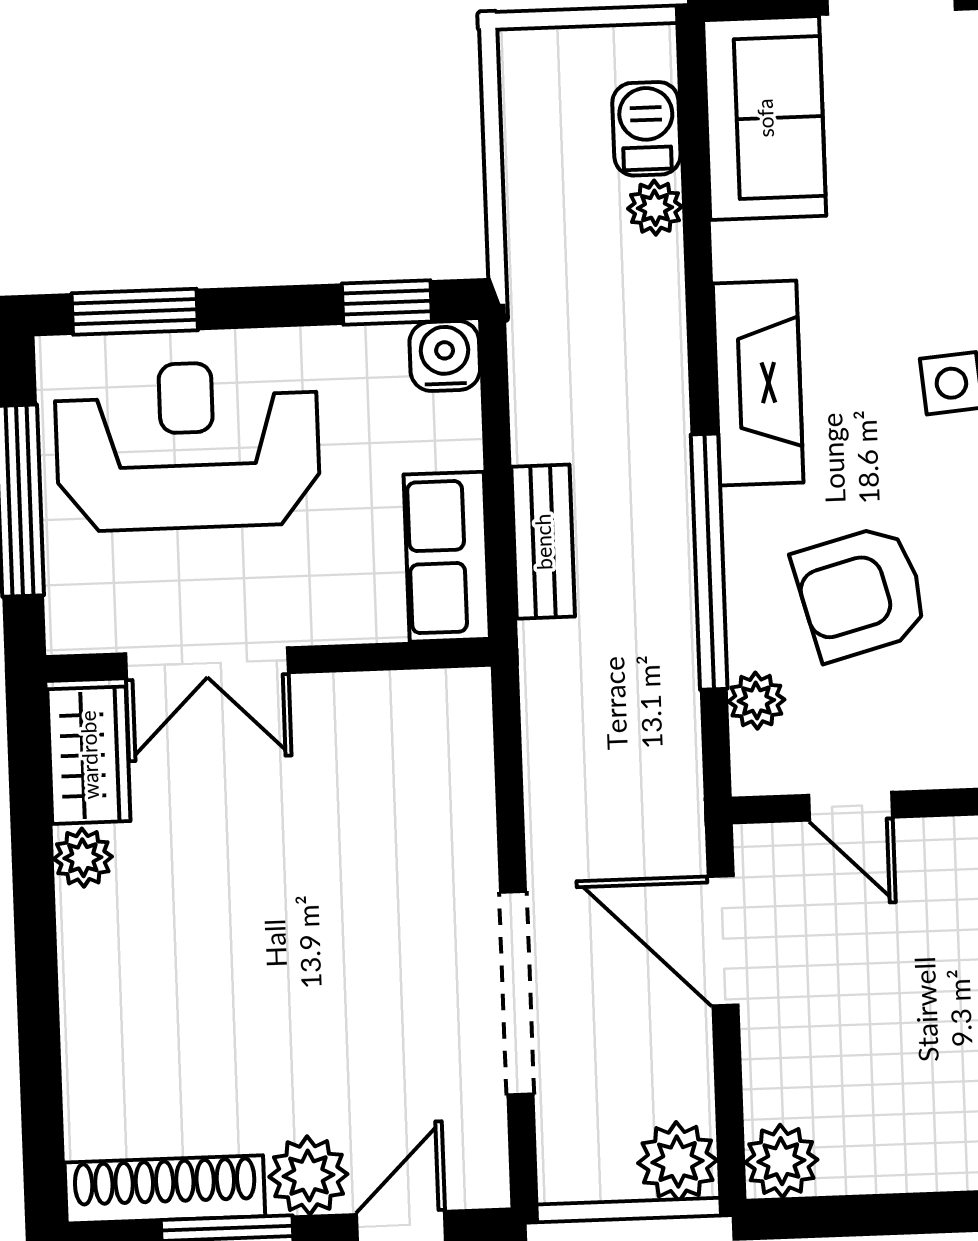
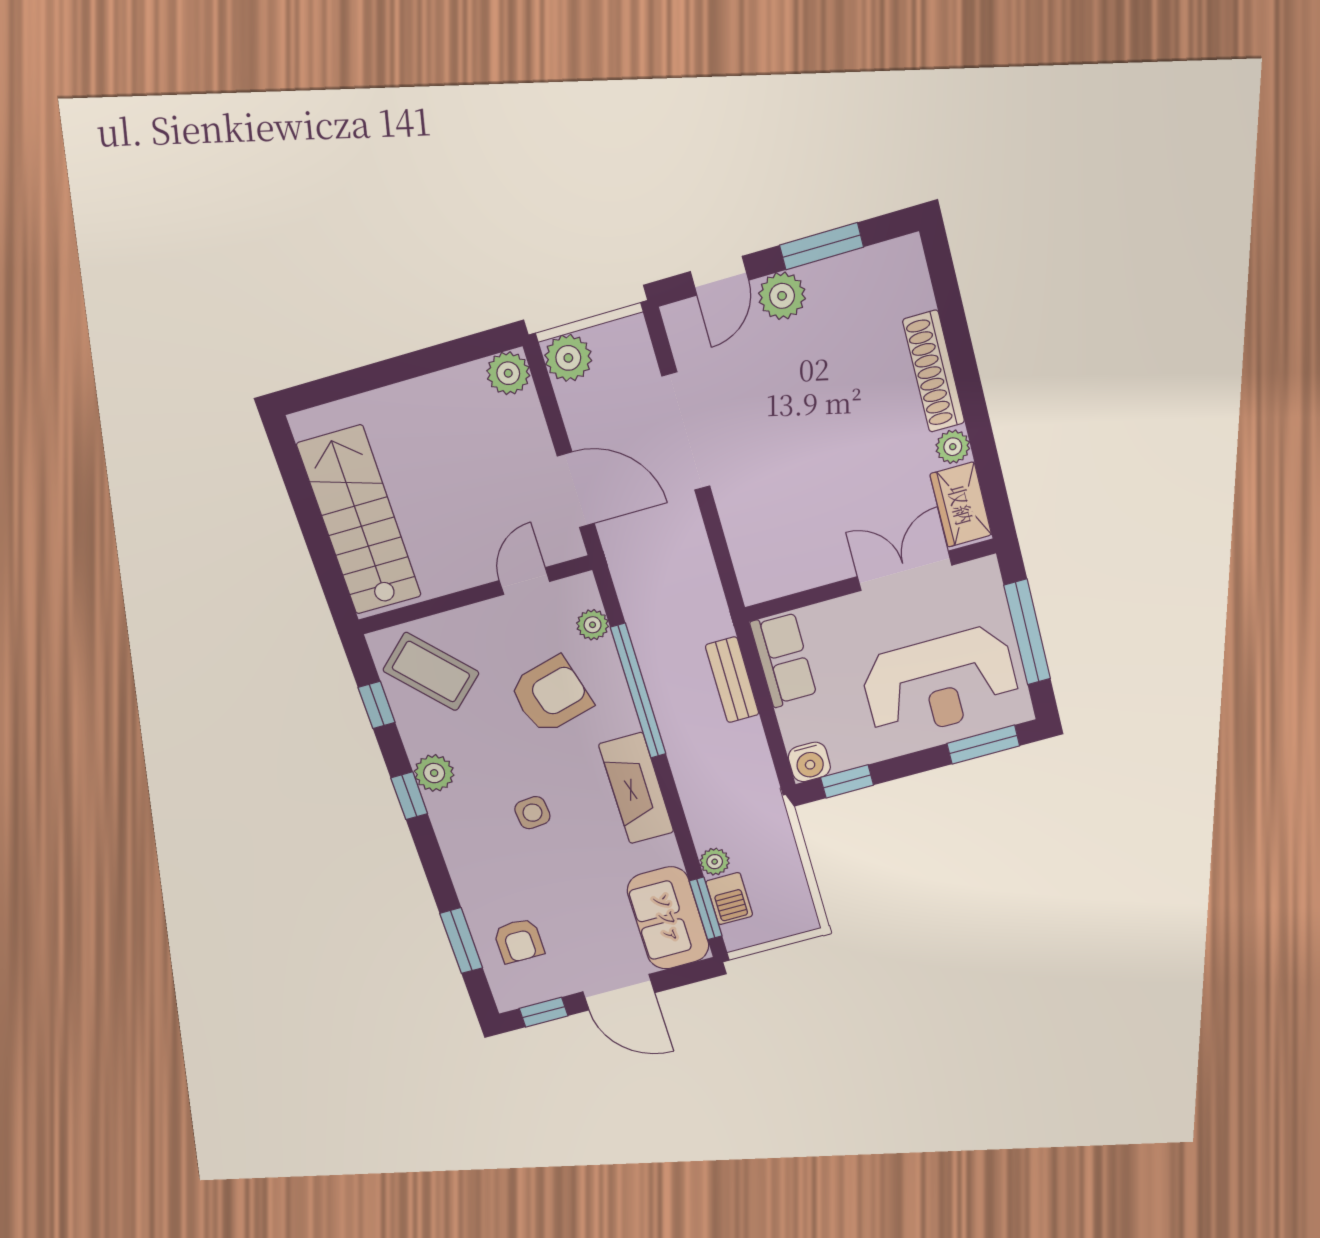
window: (693, 120) -> (706, 908), added
door: (850, 806) -> (524, 581), hinge flipped
shoe rack: (165, 1189) -> (934, 371), moved, turned 90

